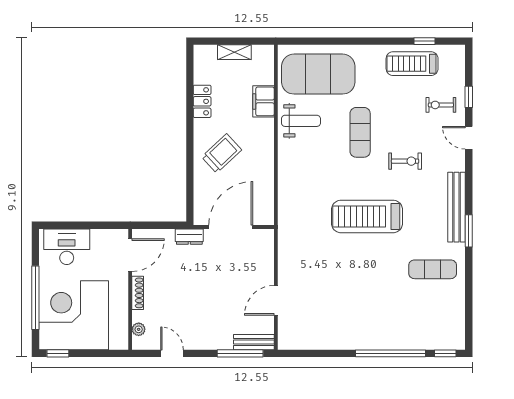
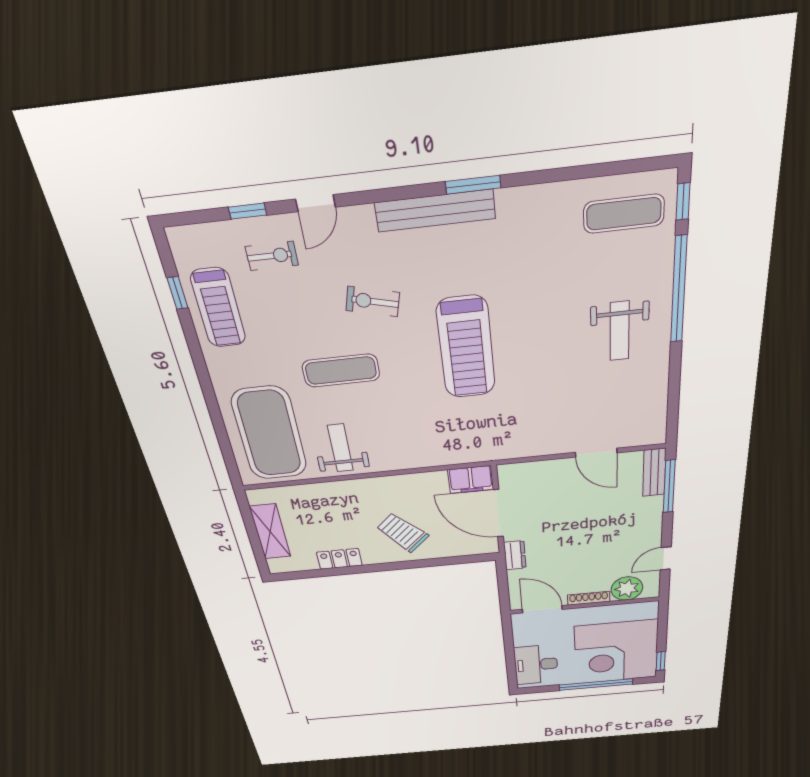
shelving: (234, 52) -> (270, 532), width x1.50, depth x1.33
filing cabinet: (264, 101) -> (471, 479), moved
exercise bike: (441, 105) -> (272, 256), turned -90
exercise bike: (405, 161) -> (373, 301), turned -76
exercise mat: (433, 269) -> (624, 214), moved, turned 90
weight bench: (367, 316) -> (620, 331), added
plant: (139, 329) -> (627, 589), width x1.87, depth x1.87

